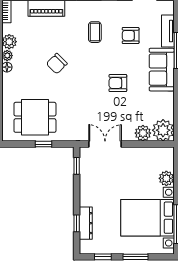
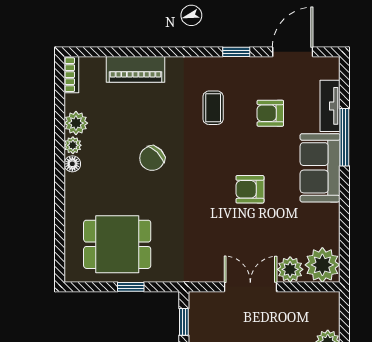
double door: (105, 144) -> (250, 287), moved

